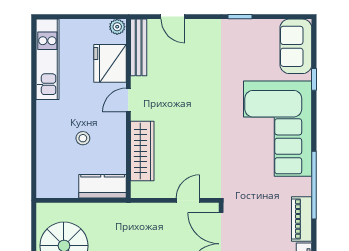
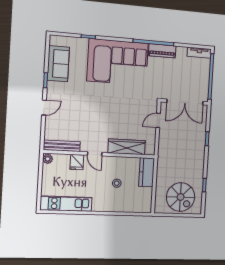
door: (173, 17) -> (44, 108), moved
sofa: (296, 46) -> (58, 64), moved, turned -90
fridge: (110, 63) -> (77, 162), width x0.53, depth x0.75
door: (188, 200) -> (158, 120), hinge flipped
piano: (302, 219) -> (162, 51), moved

